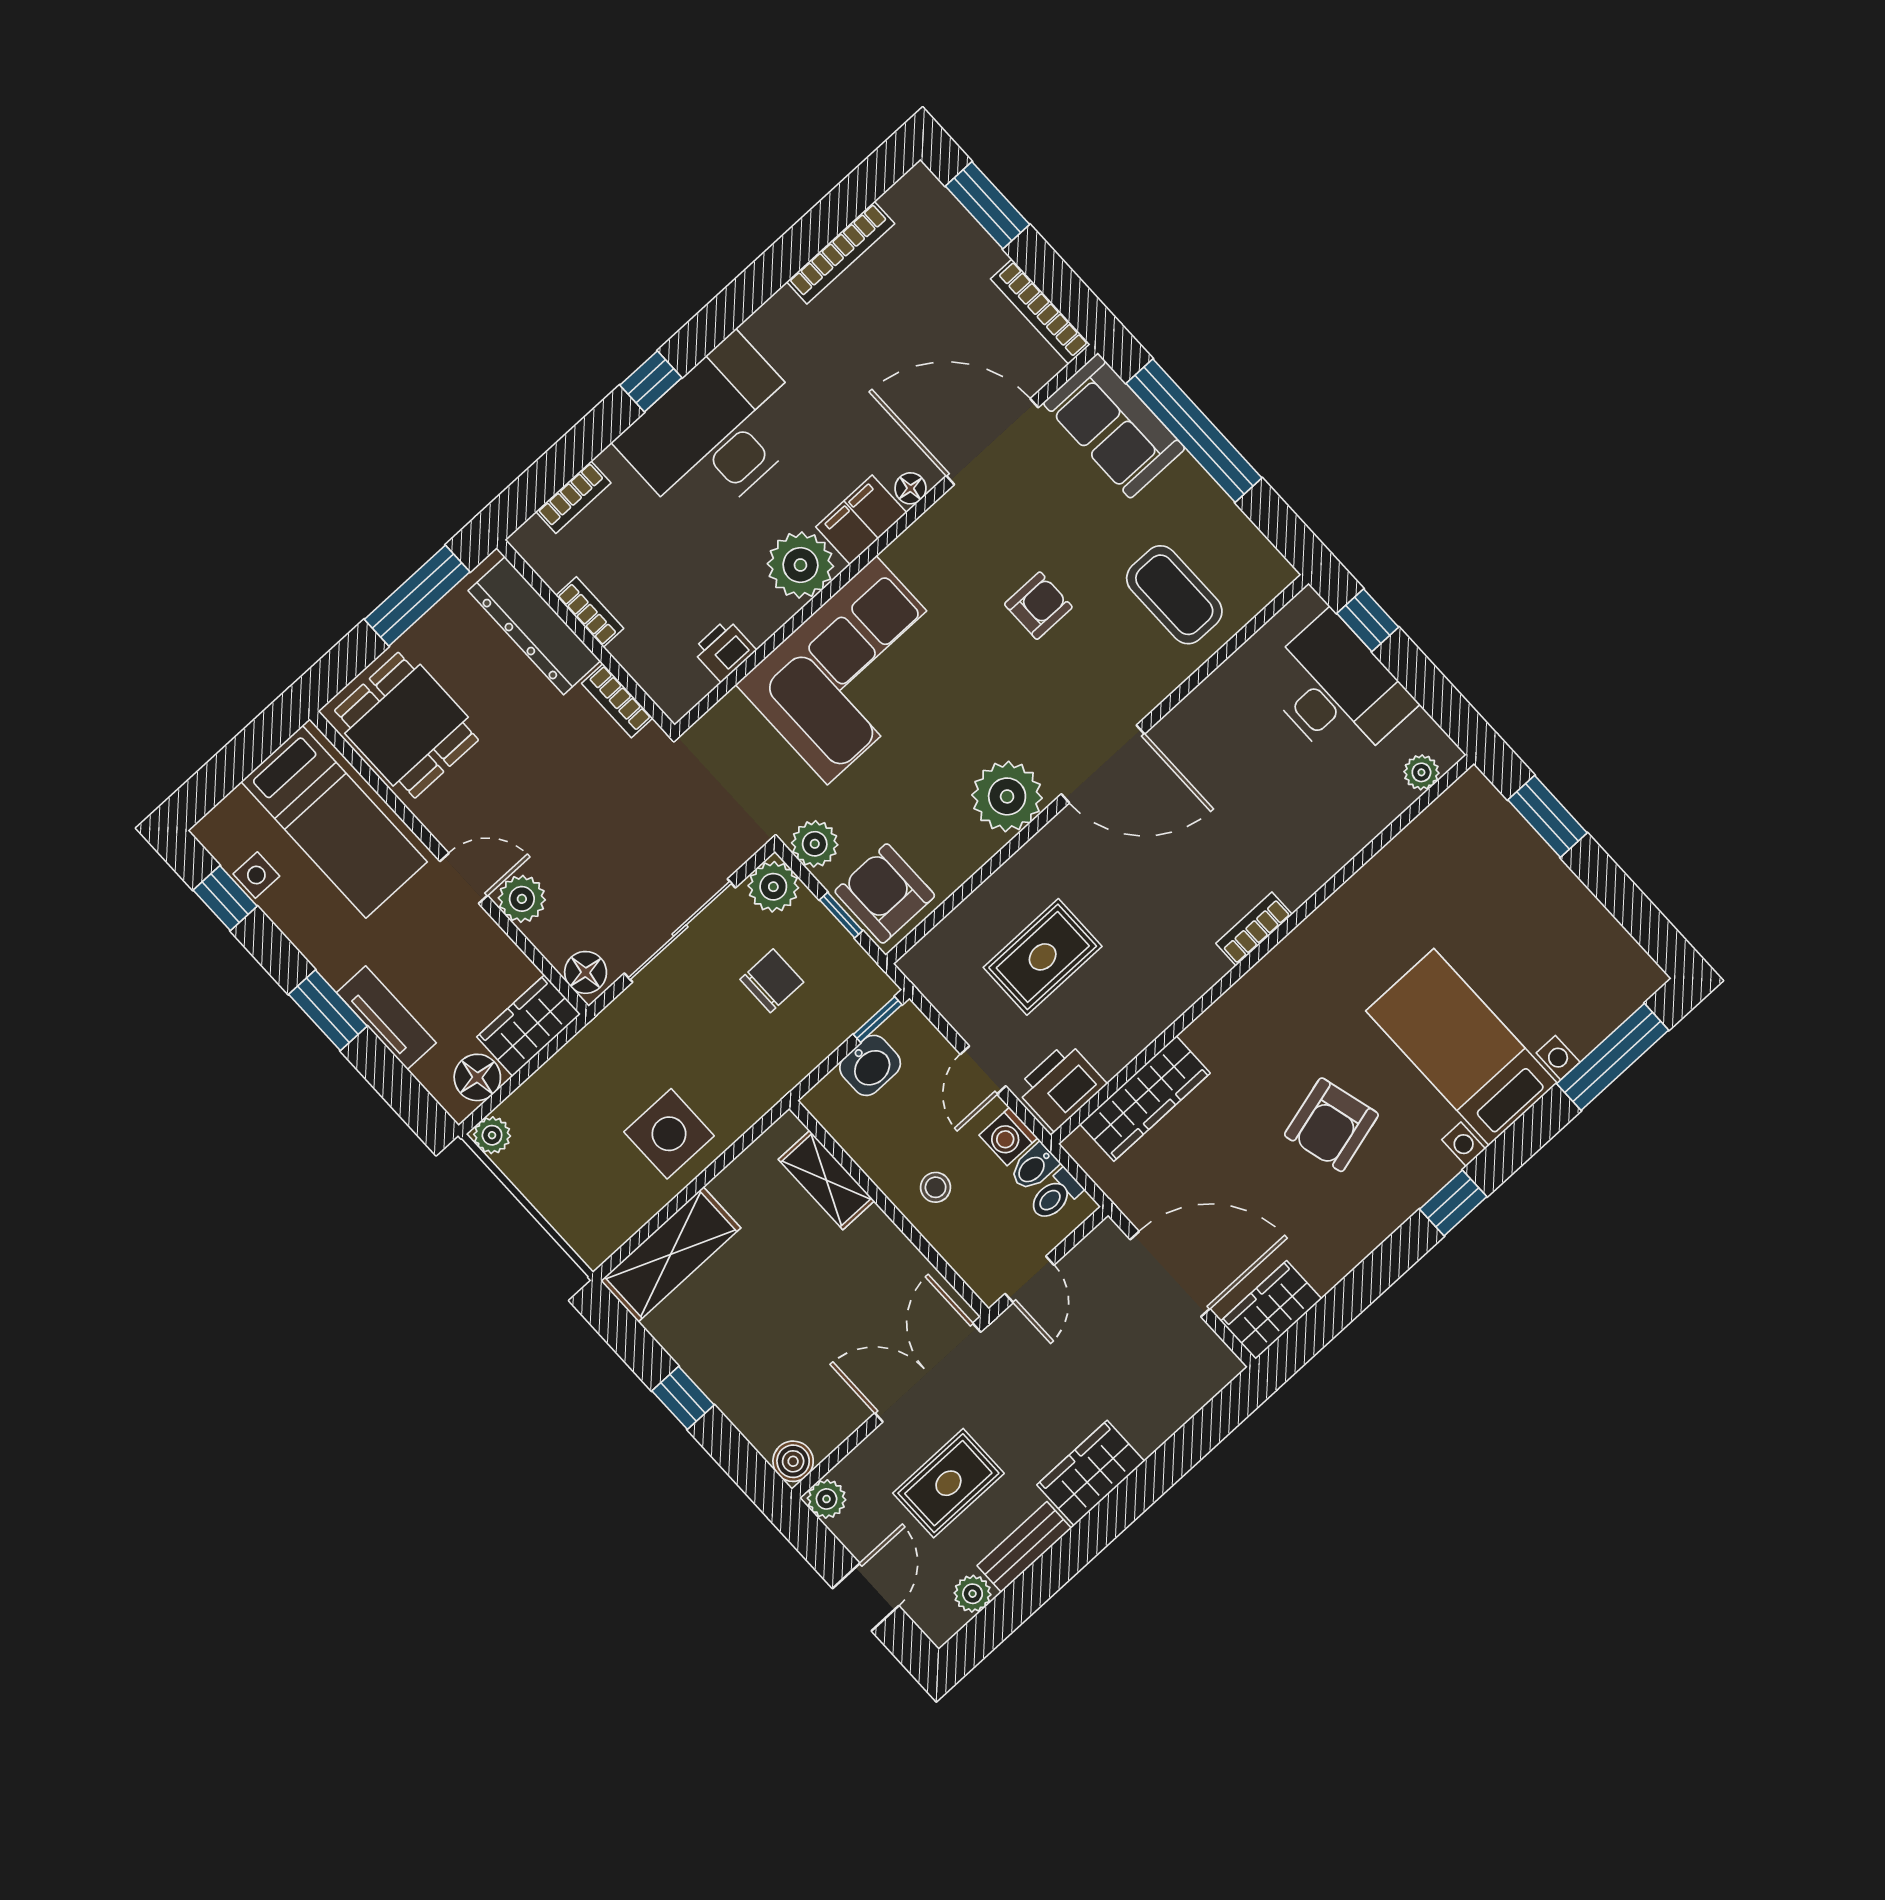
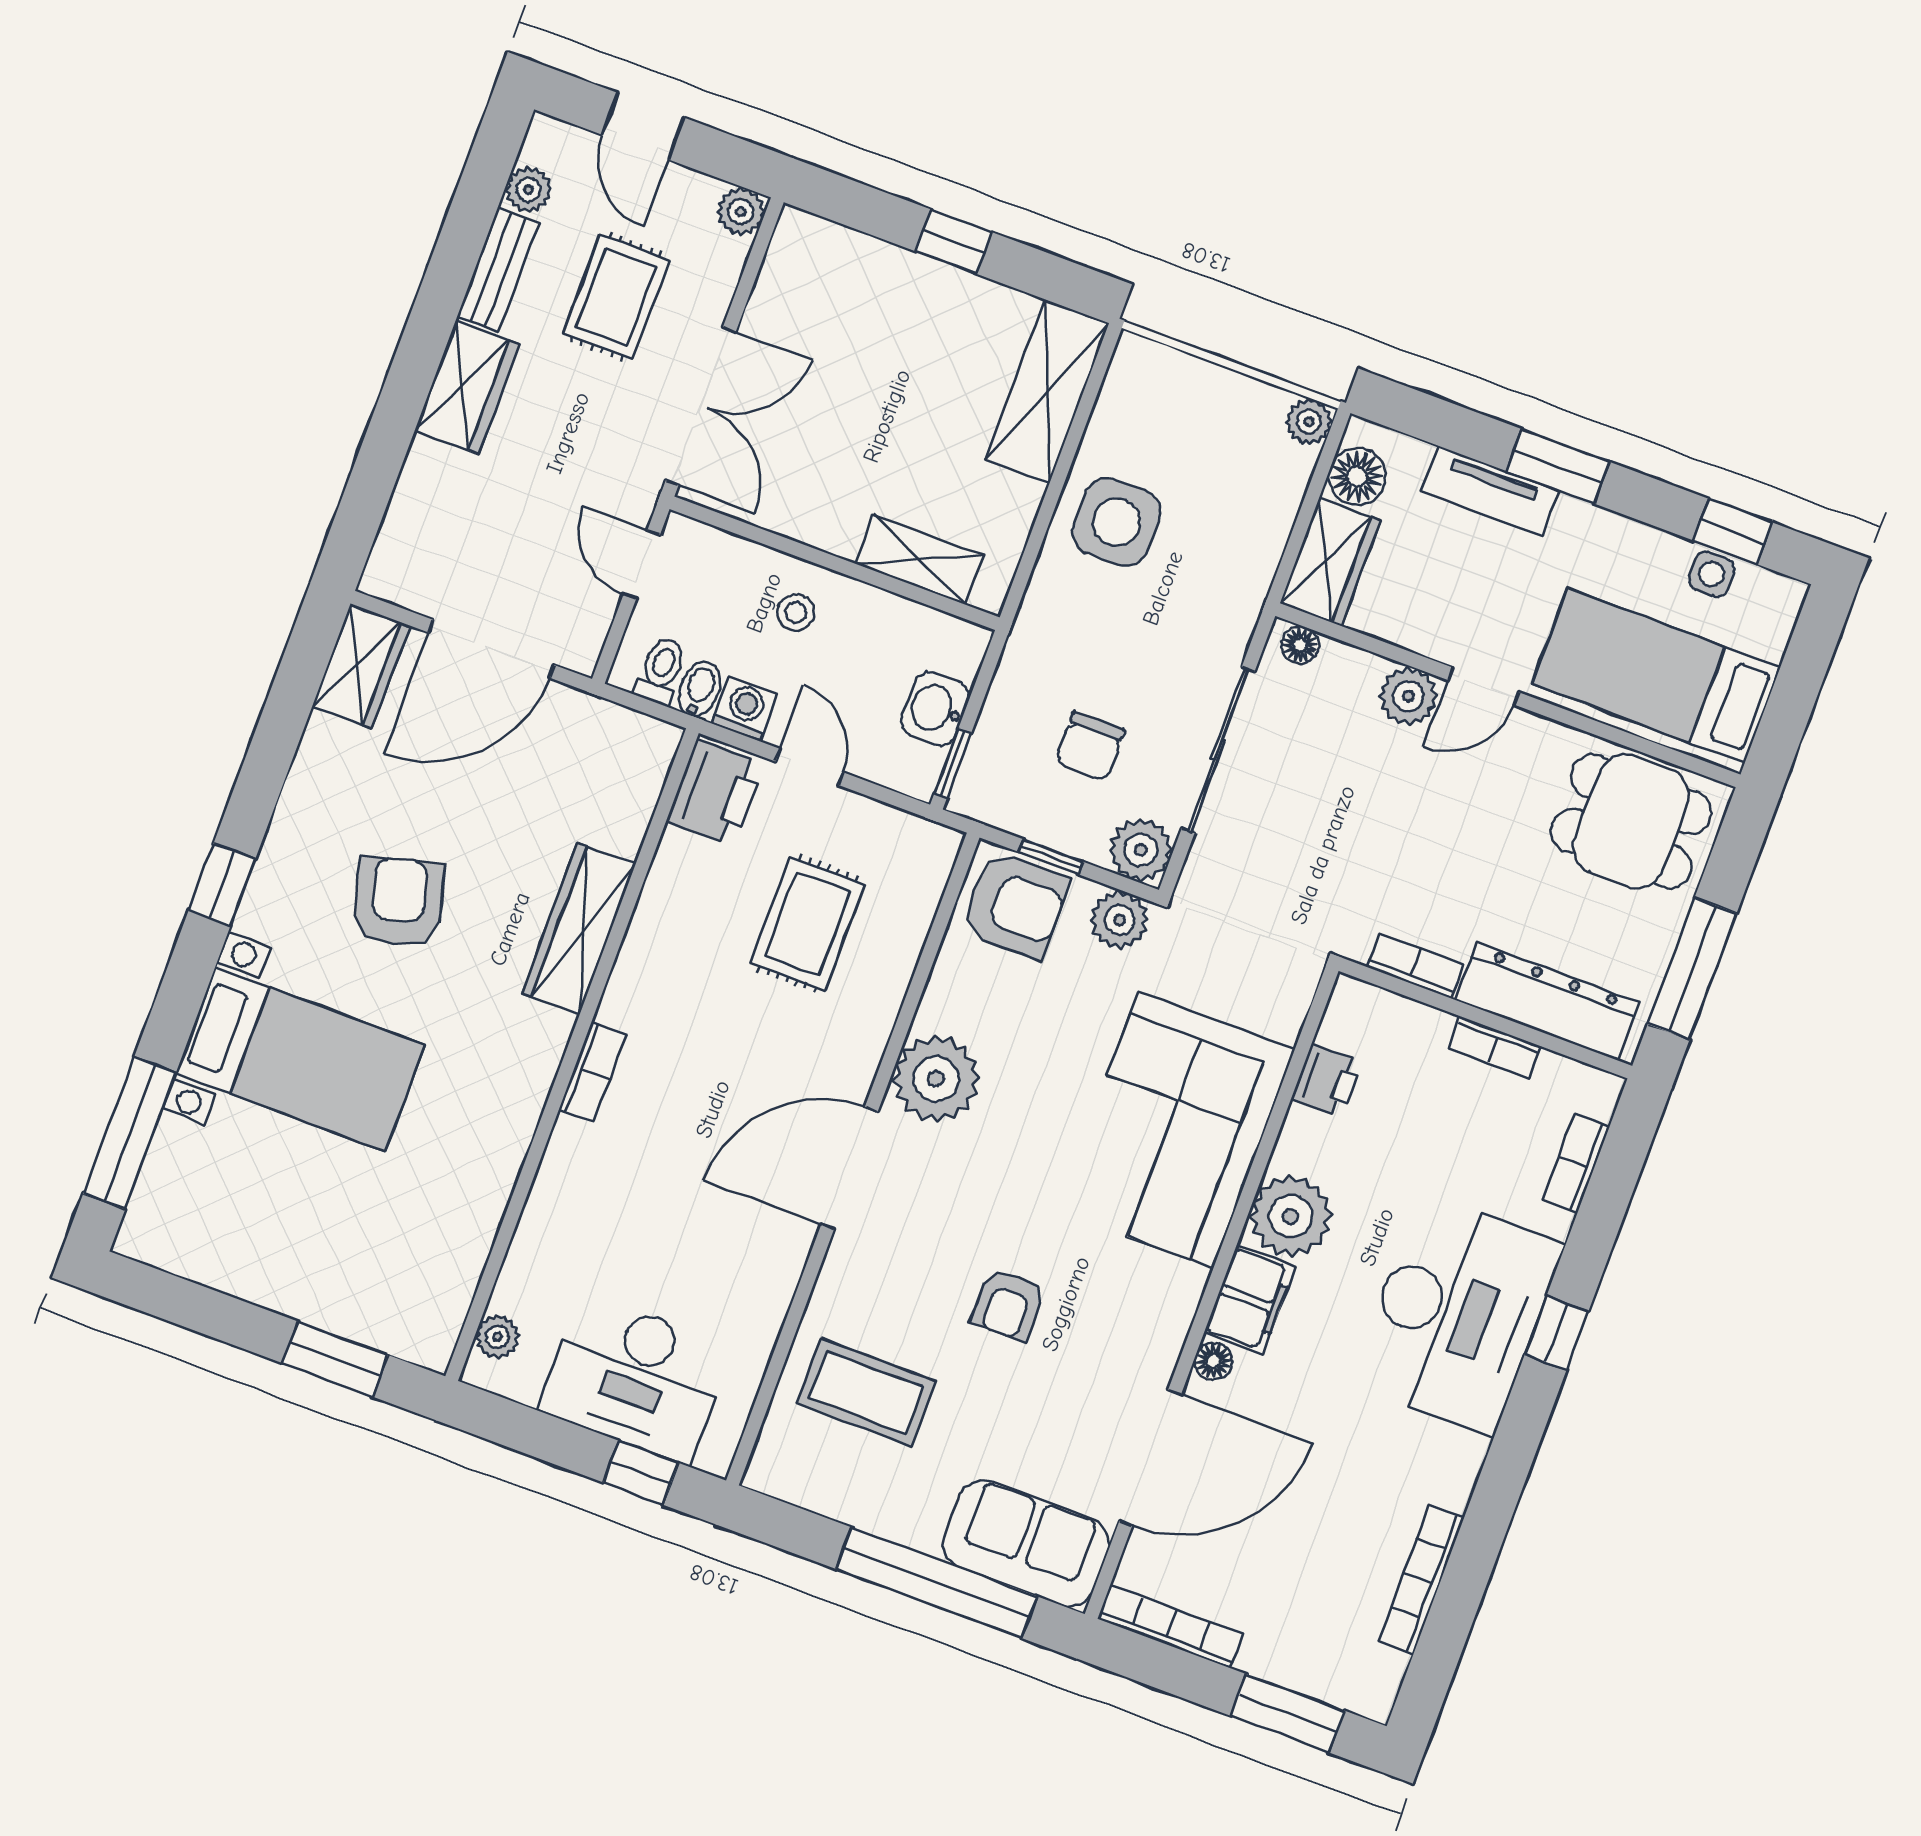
floor lamp: (586, 972) -> (1300, 645), width x0.73, depth x0.73
wardrobe: (1145, 1099) -> (579, 928), moved
boiler: (793, 1461) -> (798, 234), removed

